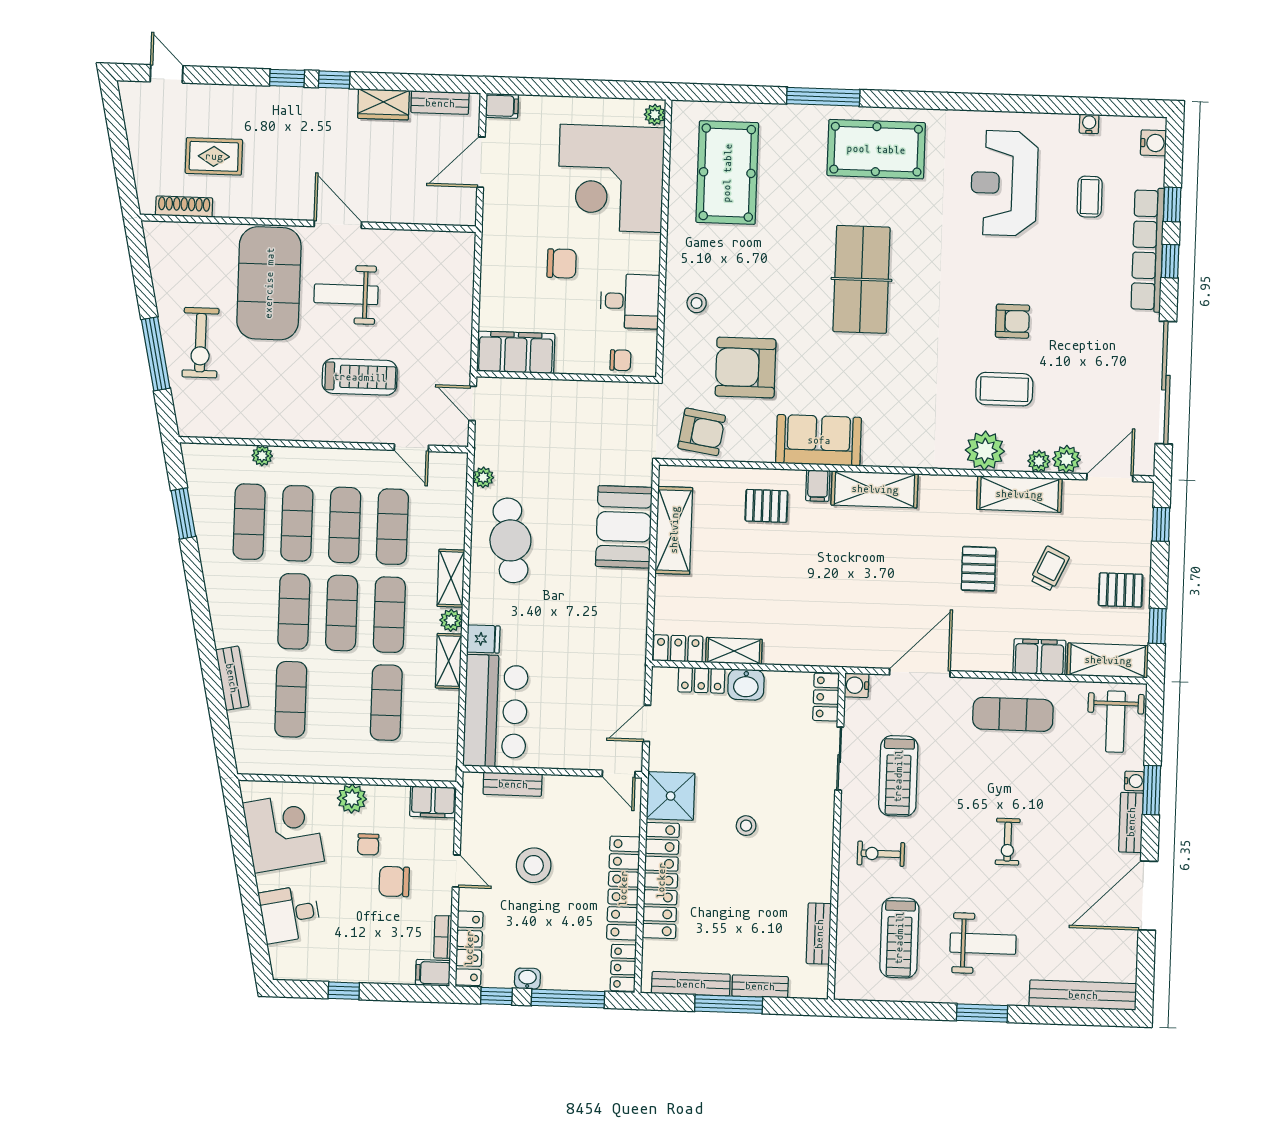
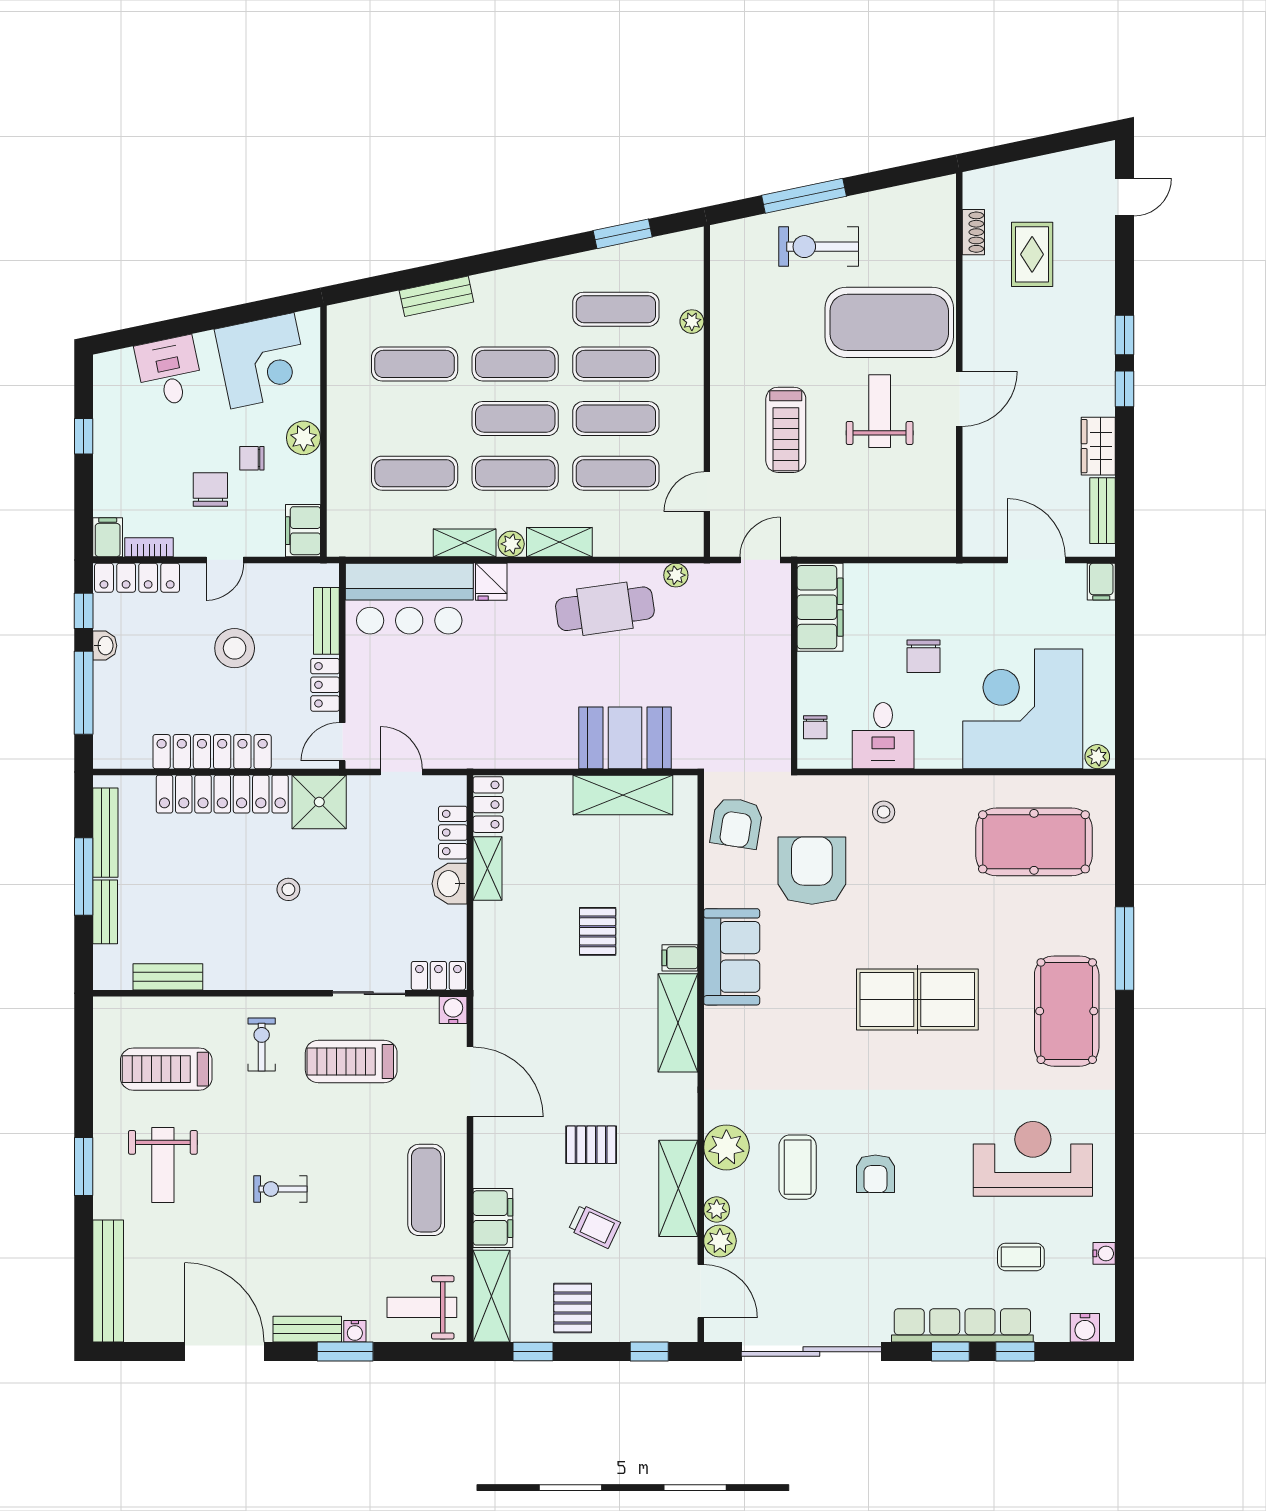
shoe rack: (184, 207) -> (973, 232), width x0.70
pallet: (766, 506) -> (598, 931), moved
locker: (623, 968) -> (325, 685), moved, turned -90

